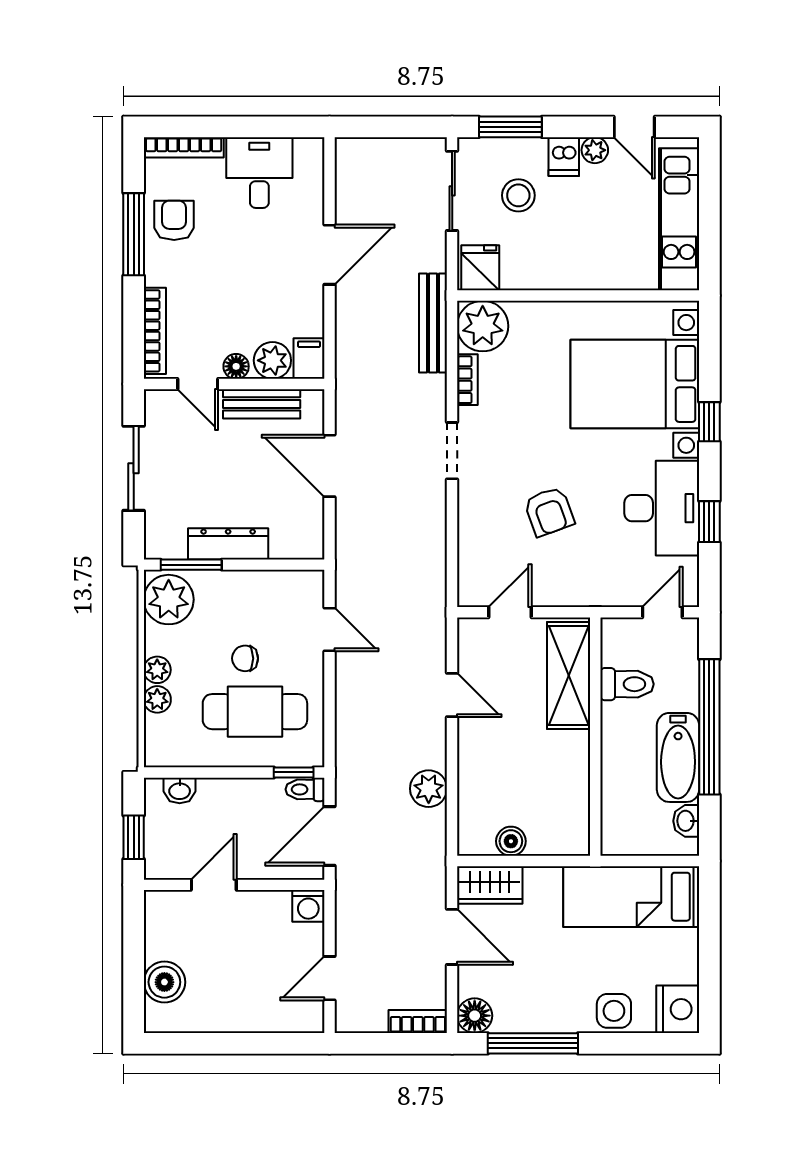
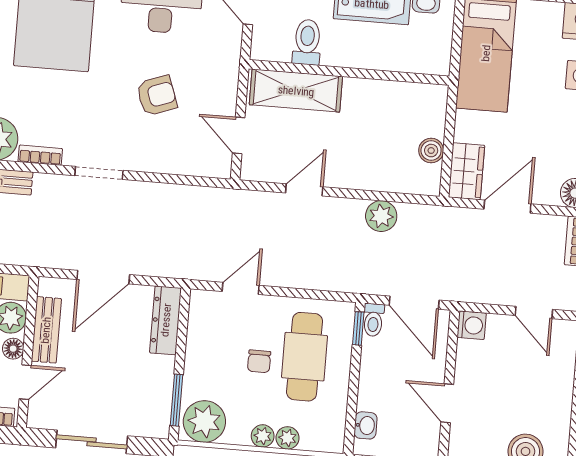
dresser: (228, 544) -> (166, 320), moved

